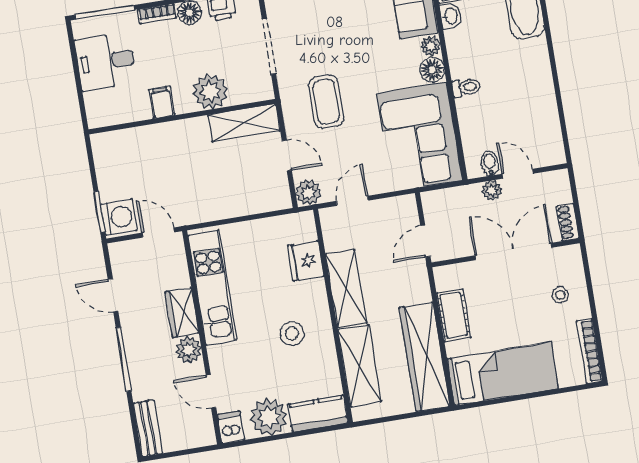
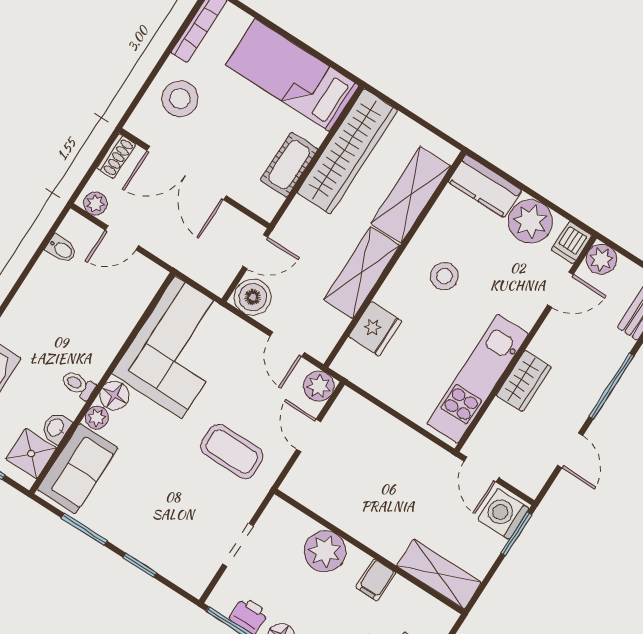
doorway: (269, 46) -> (238, 545), width x0.73
toilet: (466, 87) -> (78, 385), moved
coffee table: (326, 102) -> (232, 451), turned 90
shelving: (244, 123) -> (439, 574), moved
bidet: (490, 163) -> (61, 249), moved, turned -90
door: (518, 174) -> (122, 238), hinge flipped
plant: (492, 190) -> (95, 203), moved
door: (352, 201) -> (287, 344), hinge flipped
boiler: (401, 211) -> (253, 297), added
stool: (560, 295) -> (180, 99), width x1.89, depth x1.89
plant: (189, 350) -> (601, 259), moved
door: (211, 391) -> (560, 290), hinge flipped

